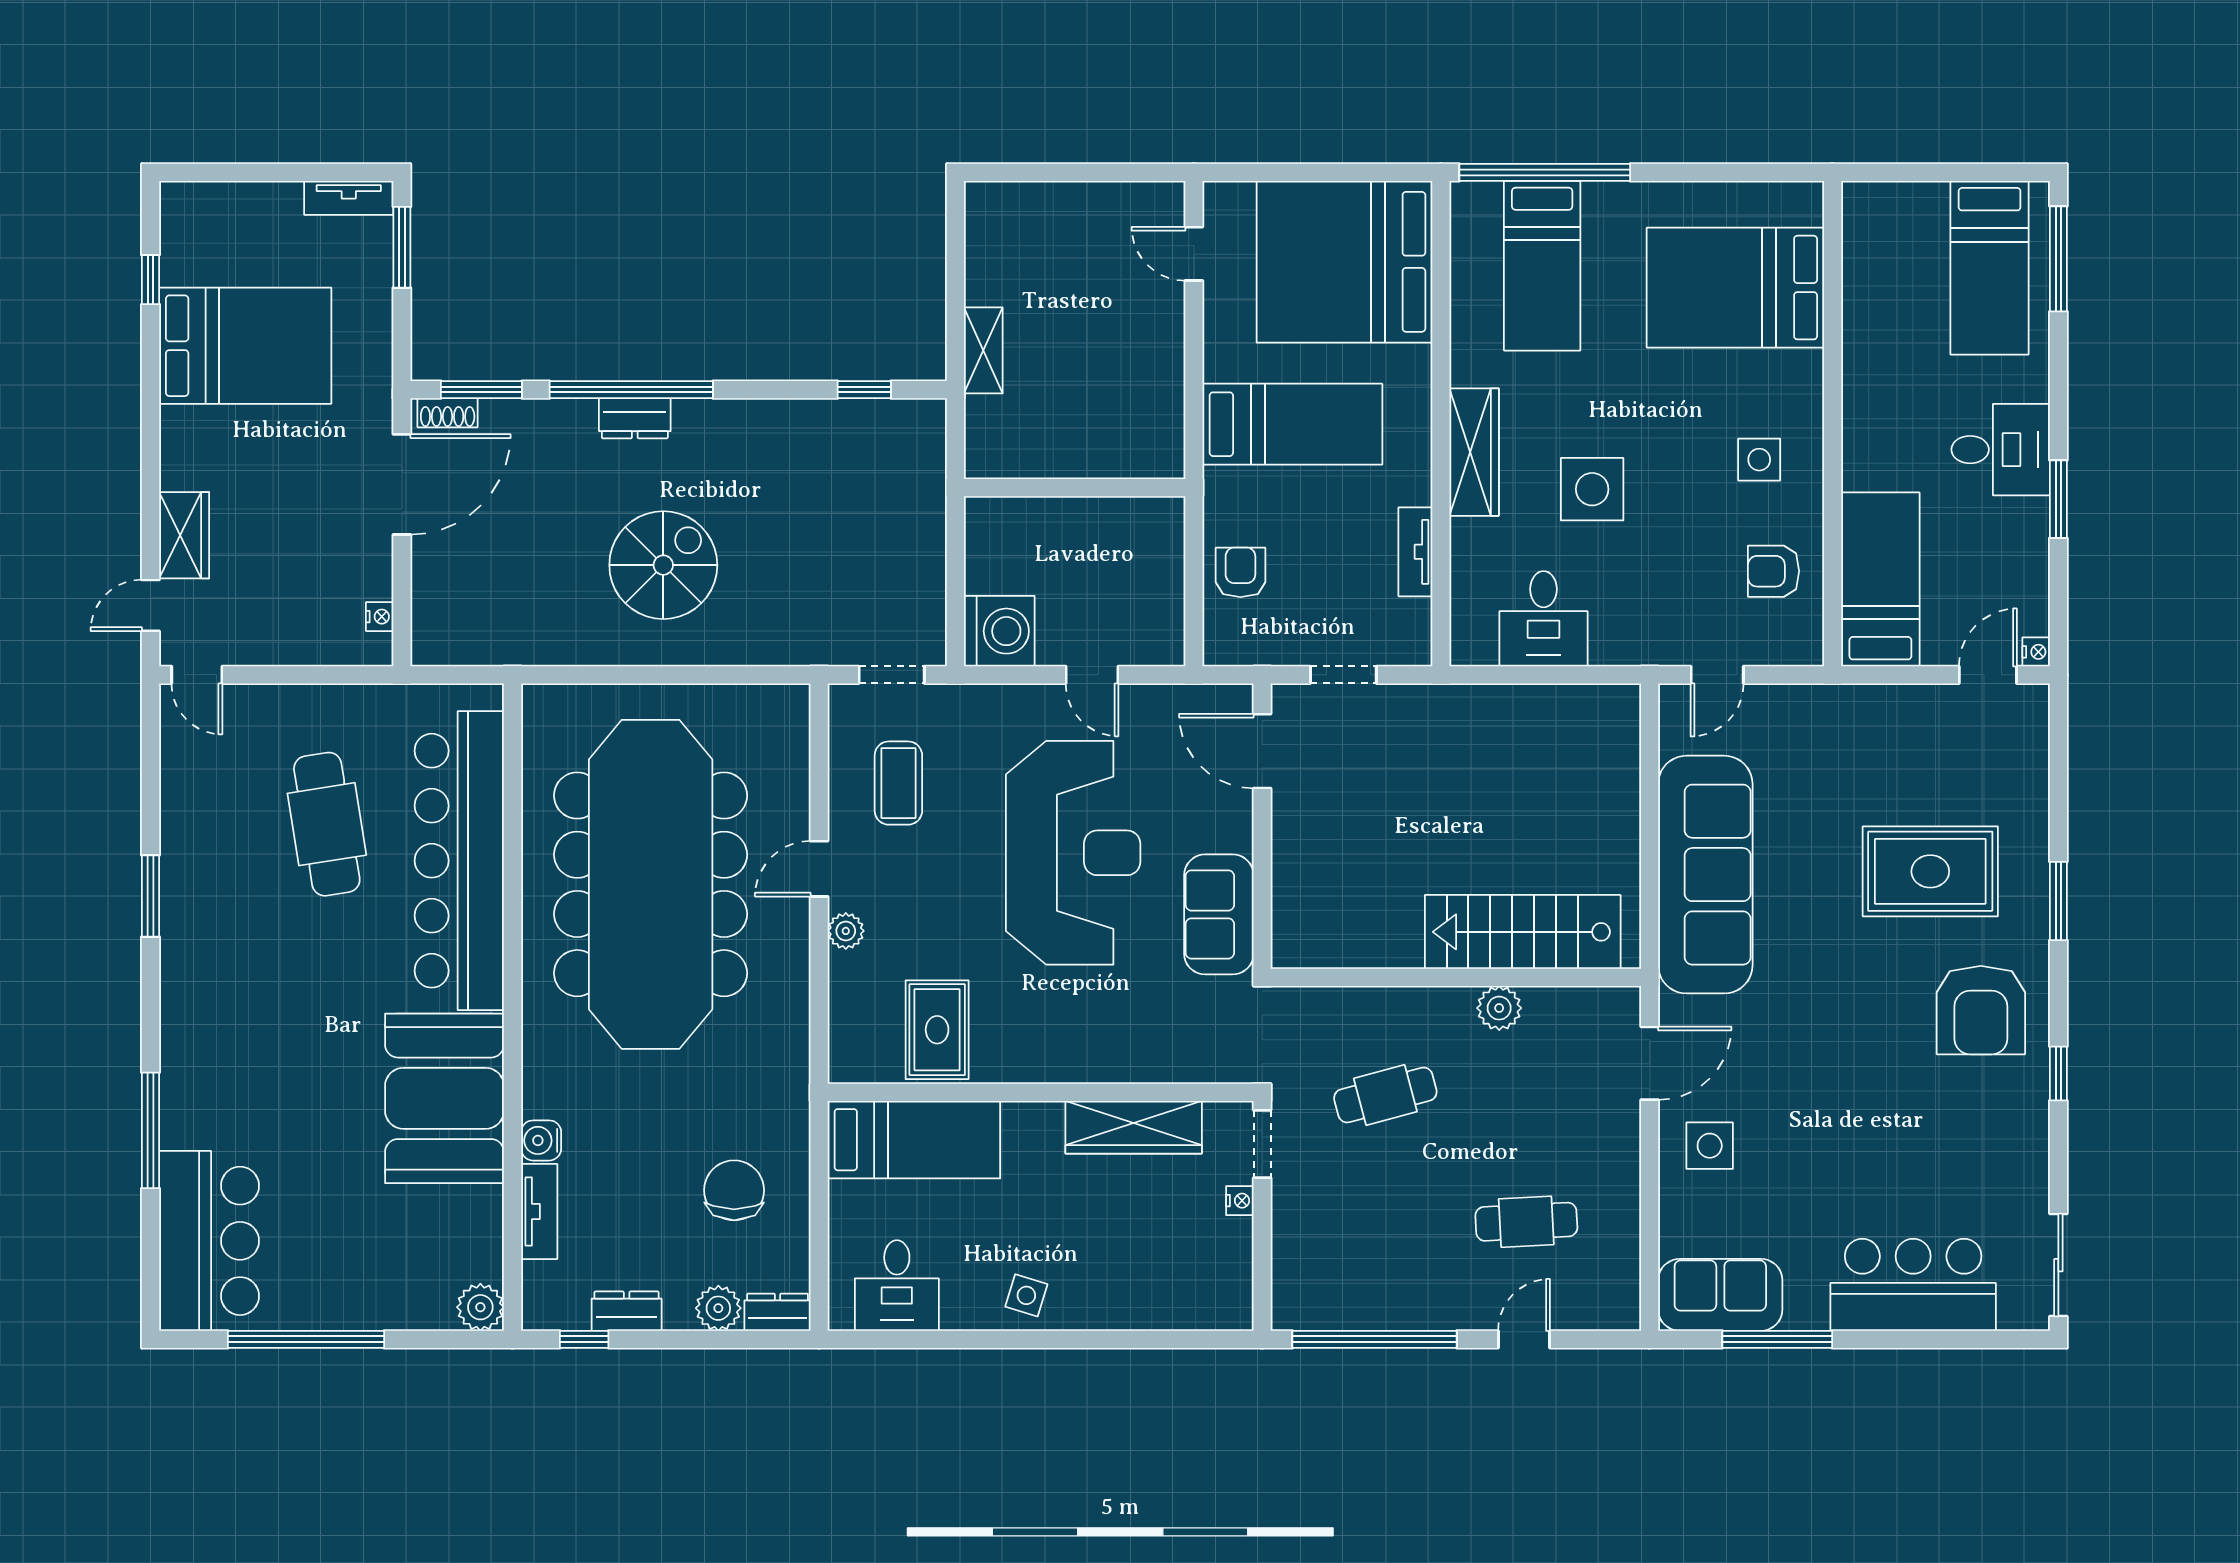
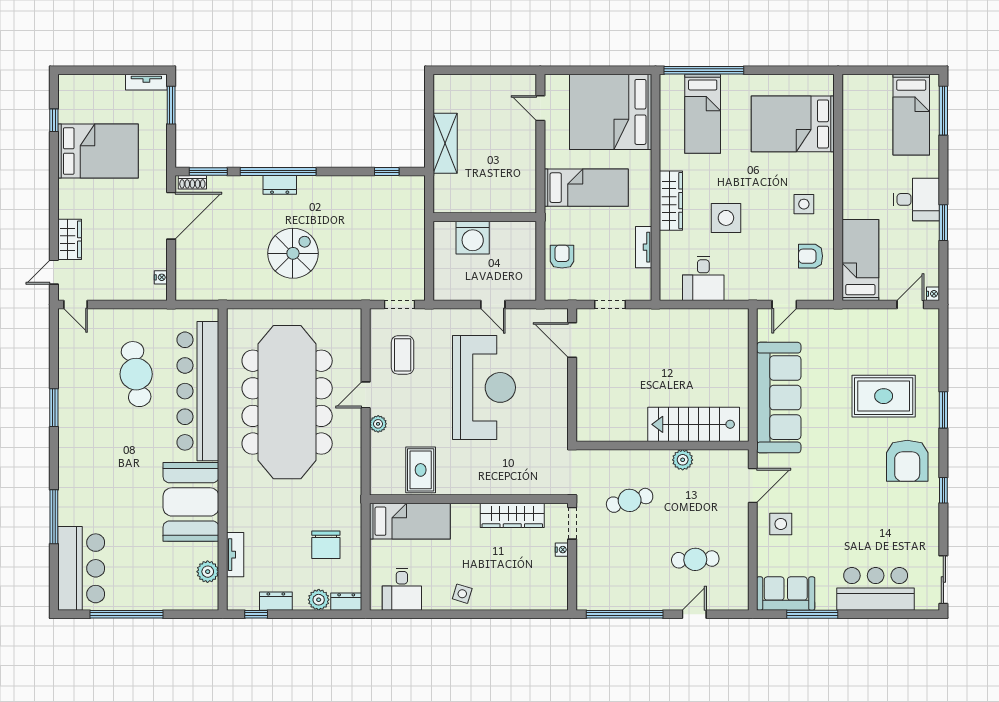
shelving: (983, 350) -> (445, 143), width x1.50, depth x1.33
washing machine: (999, 631) -> (473, 238), moved, turned 90
sofa: (1219, 914) -> (552, 416), removed
water cooler: (541, 1140) -> (236, 522), removed
chair: (734, 1190) -> (326, 545), turned 180
plant: (480, 1307) -> (208, 572), moved

